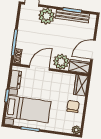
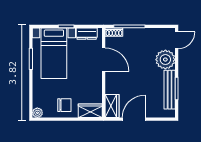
door: (93, 50) -> (134, 119), hinge flipped
plant: (61, 62) -> (115, 84), removed

